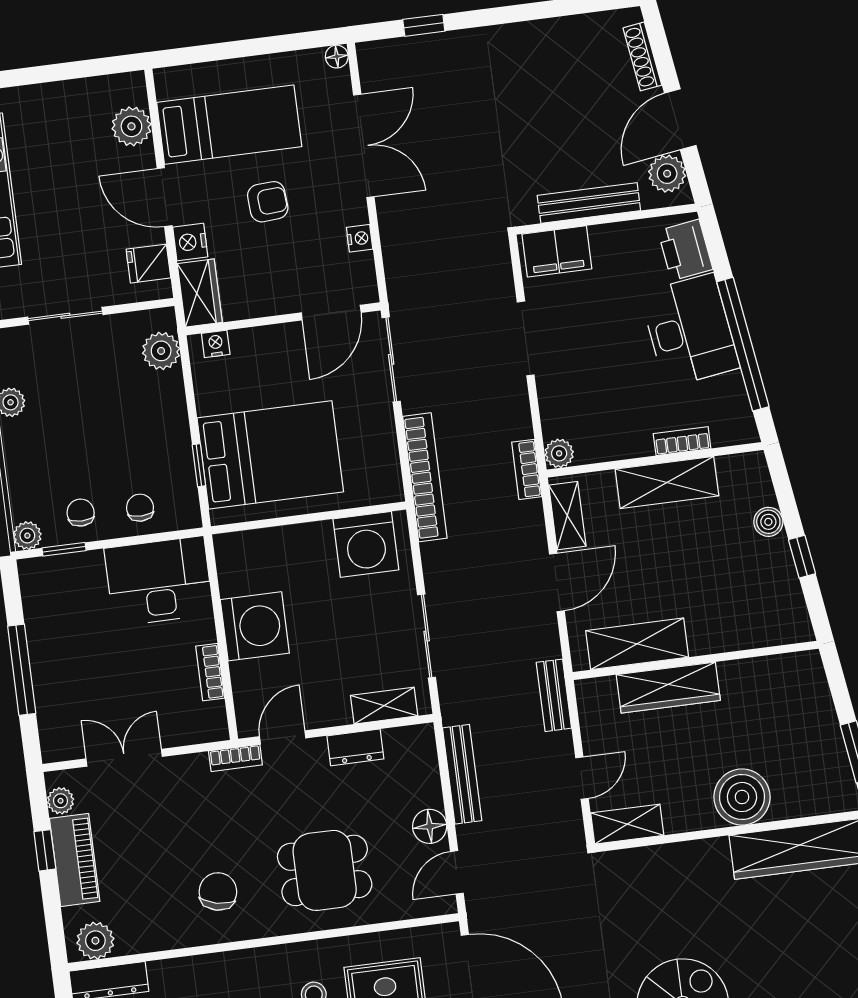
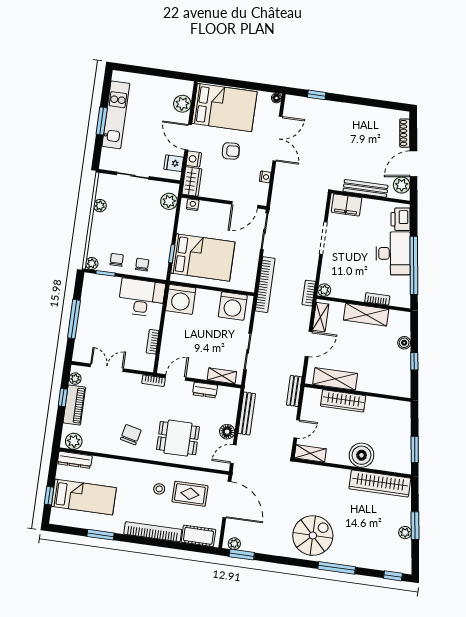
bed: (229, 125) -> (224, 107), width x1.50
washing machine: (255, 626) -> (181, 299), moved, turned 90

